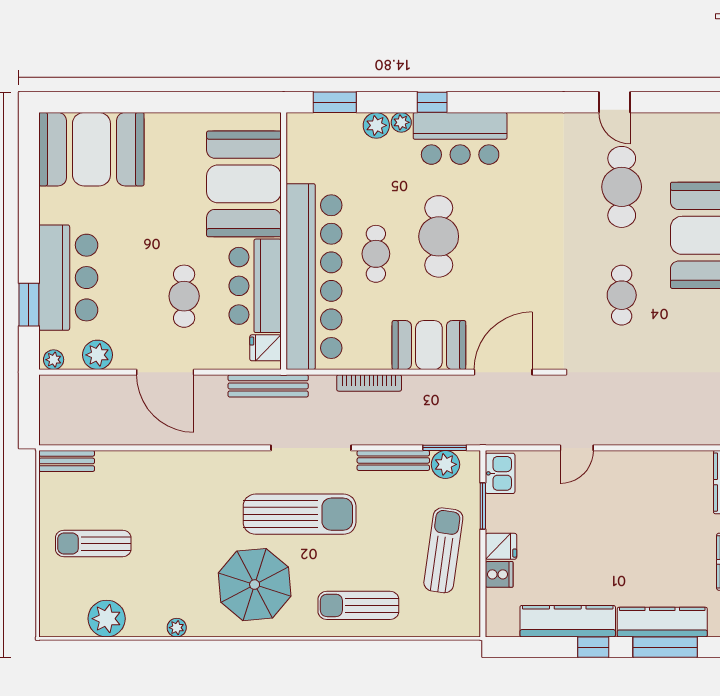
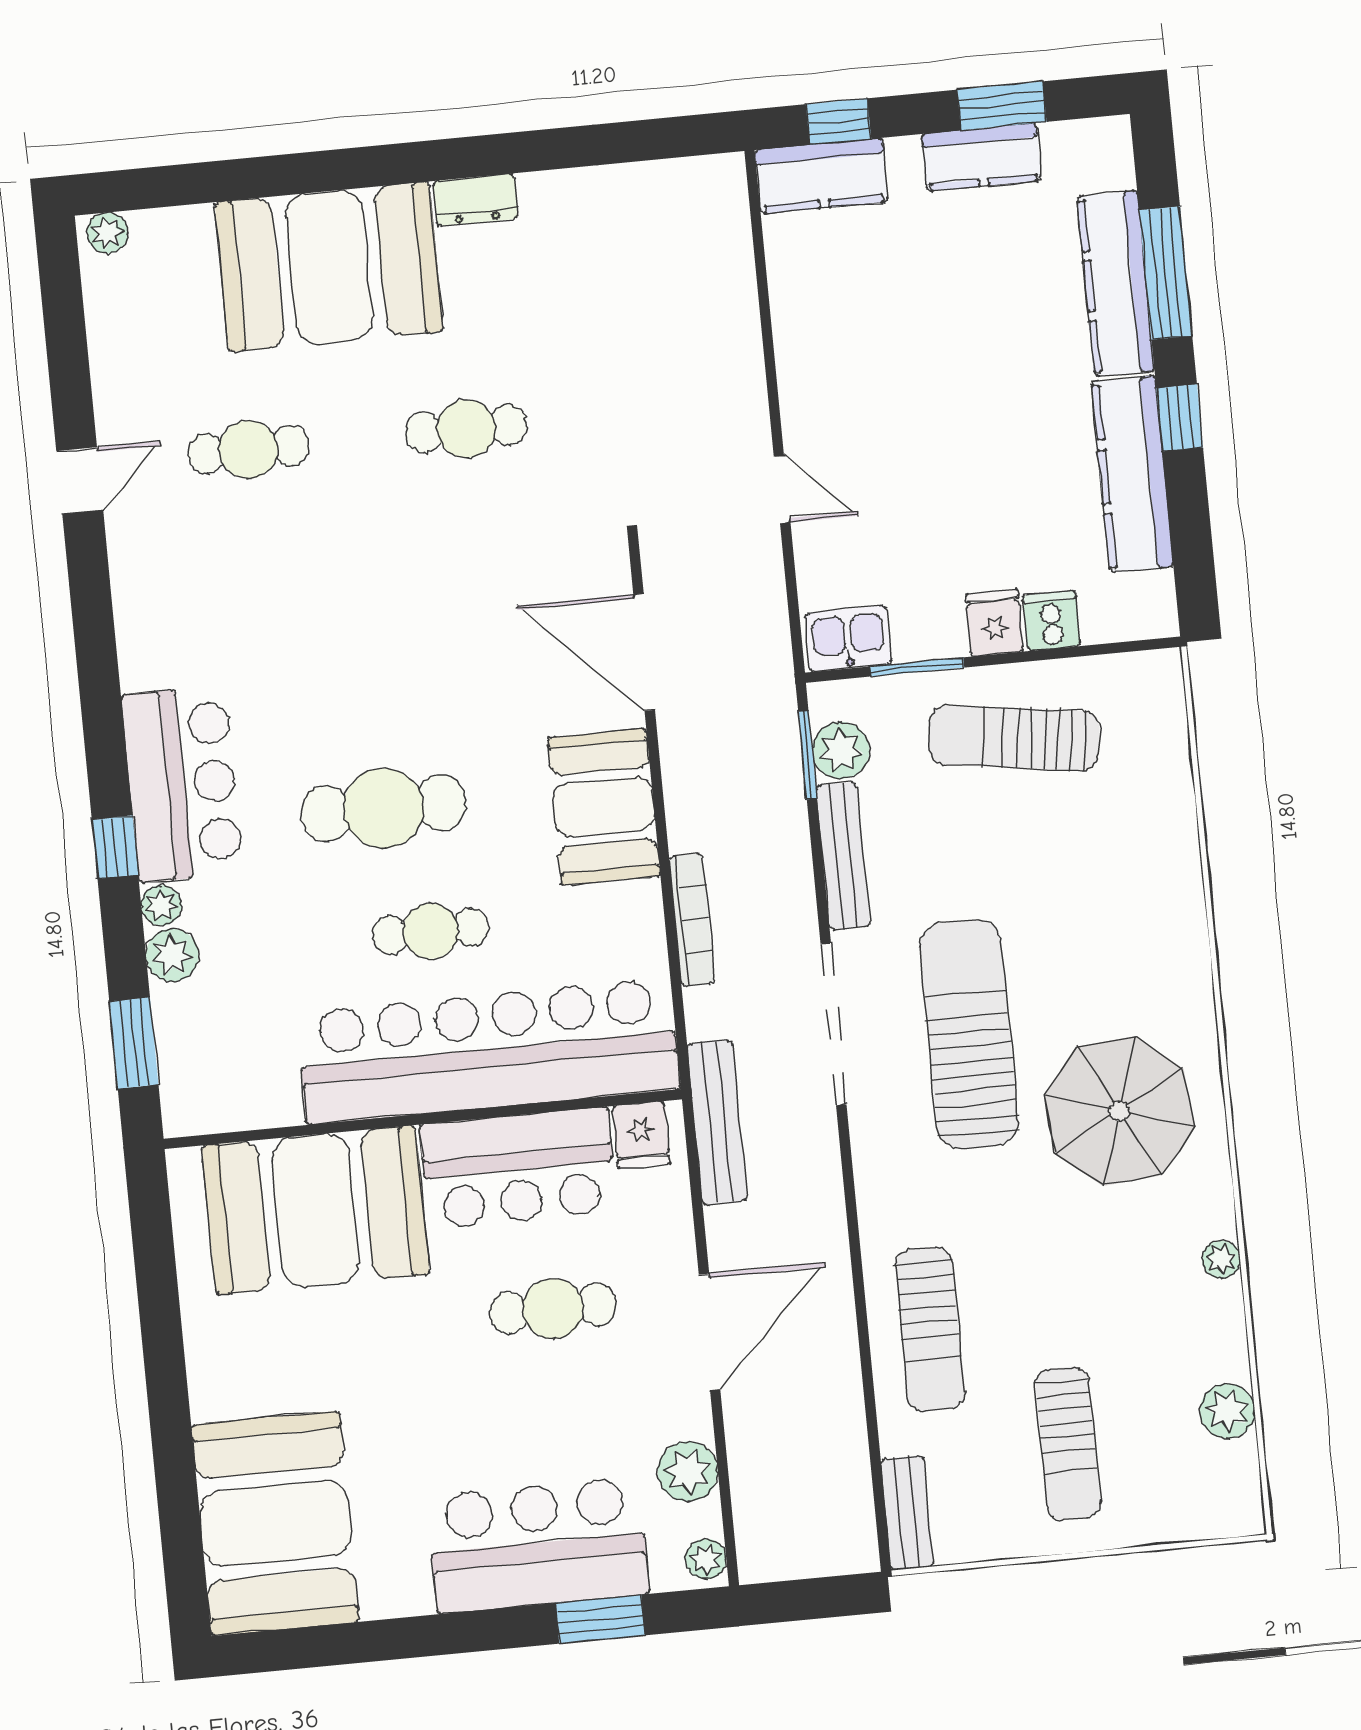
cafe table: (622, 187) -> (249, 450), width x0.73, depth x0.74
sun lounger: (358, 605) -> (930, 1329), moved
plant: (107, 619) -> (1227, 1411), width x0.73, depth x0.73

